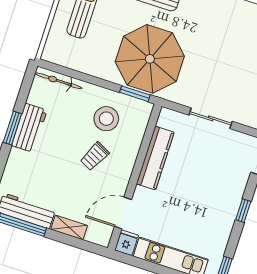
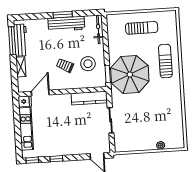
workbench: (29, 128) -> (66, 24), width x1.38
kitchen counter: (155, 158) -> (89, 98), moved
window: (243, 211) -> (56, 159), moved
door: (123, 213) -> (40, 93), hinge flipped

